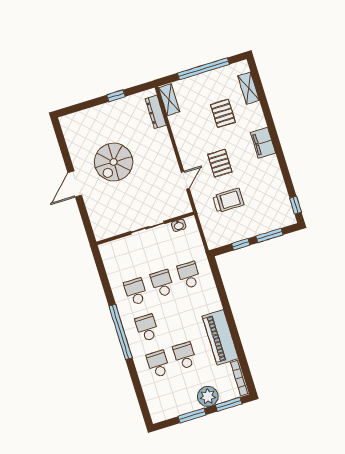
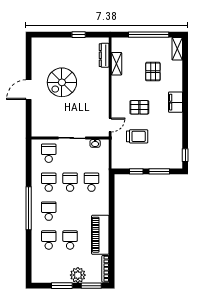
shelving: (248, 88) -> (177, 49), moved
shelving: (169, 100) -> (117, 64), moved
pallet: (220, 163) -> (139, 107), turned 90
door: (185, 180) -> (110, 125), moved
school desk: (124, 255) -> (49, 153), added

